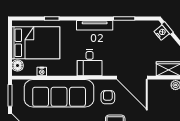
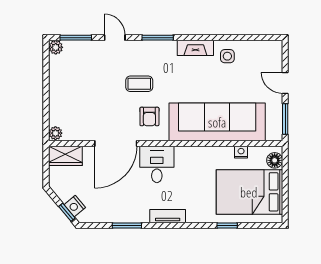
tv unit: (95, 25) -> (168, 216), width x0.71
desk: (90, 63) -> (157, 164), moved
door: (132, 78) -> (116, 143), swing flipped

